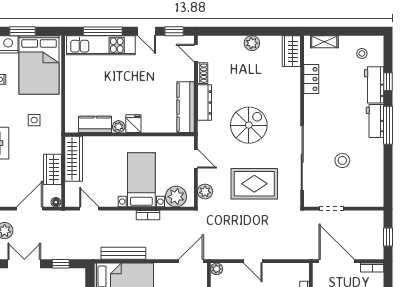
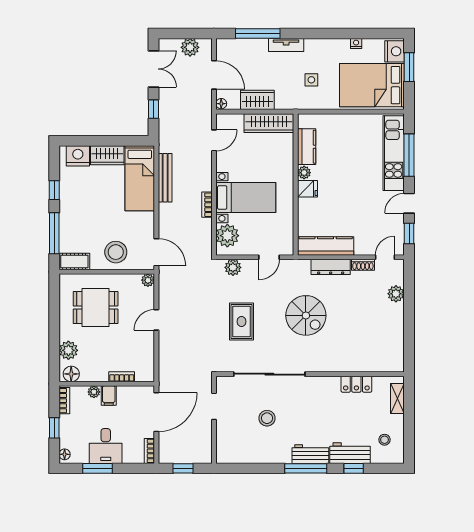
plant: (252, 43) -> (396, 294), moved
wardrobe: (291, 51) -> (387, 362), removed
rug: (254, 184) -> (241, 322), width x0.73, depth x0.70

